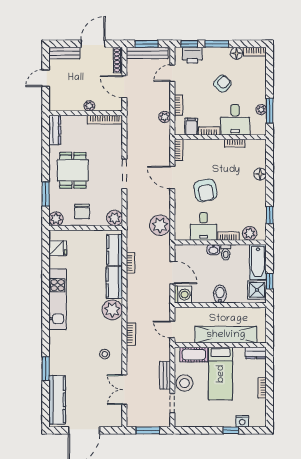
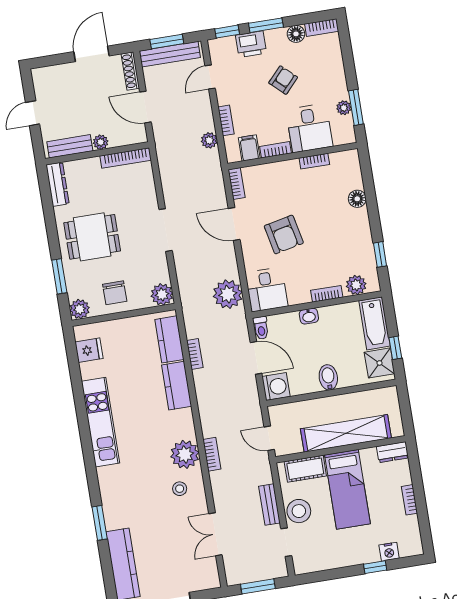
bench: (64, 53) -> (70, 146), moved
printer: (192, 55) -> (251, 44), moved
dining table: (73, 170) -> (92, 237), turned 90
desk: (204, 226) -> (267, 290), moved
toilet: (226, 252) -> (261, 328), moved
plant: (112, 310) -> (185, 454), moved

